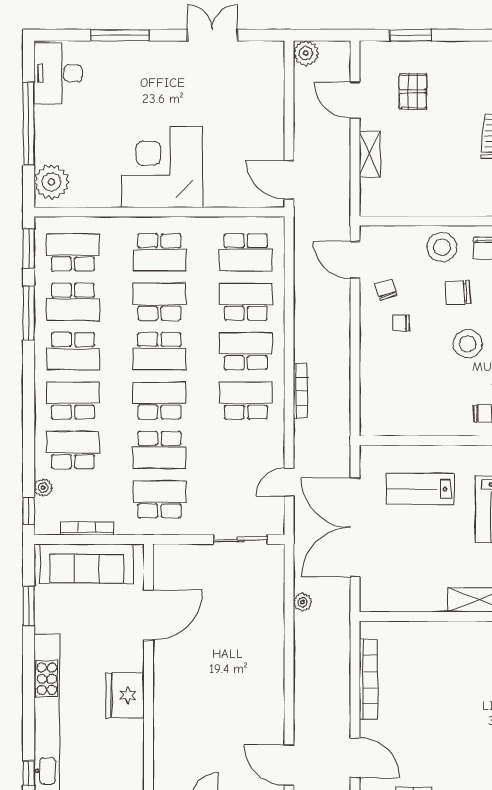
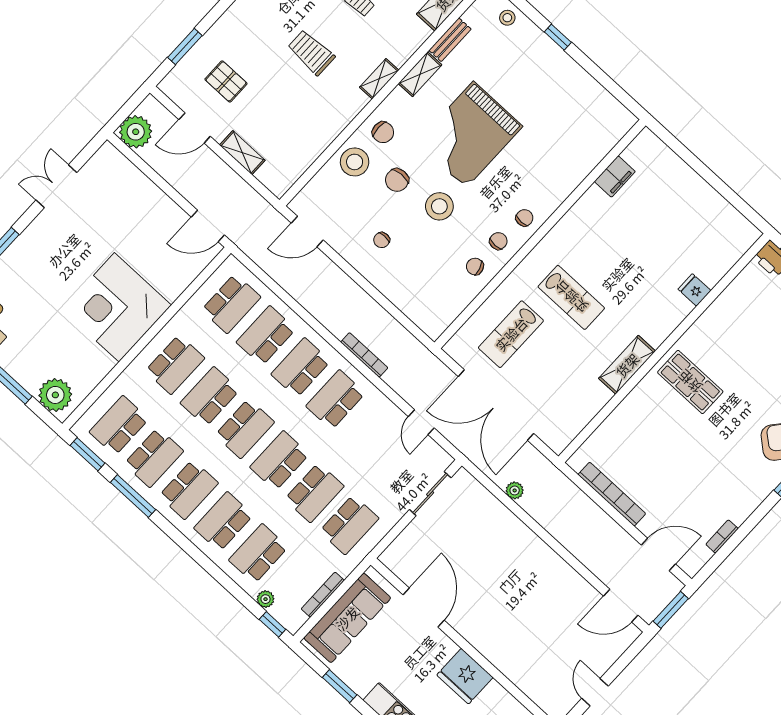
plant: (306, 53) -> (136, 132), width x1.36, depth x1.36
chair: (386, 290) -> (475, 267), moved
school desk: (159, 499) -> (349, 525), turned 180

